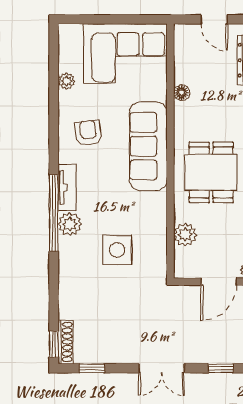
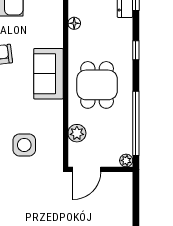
sofa: (148, 146) -> (48, 74), width x0.73
door: (219, 282) -> (87, 169), moved

